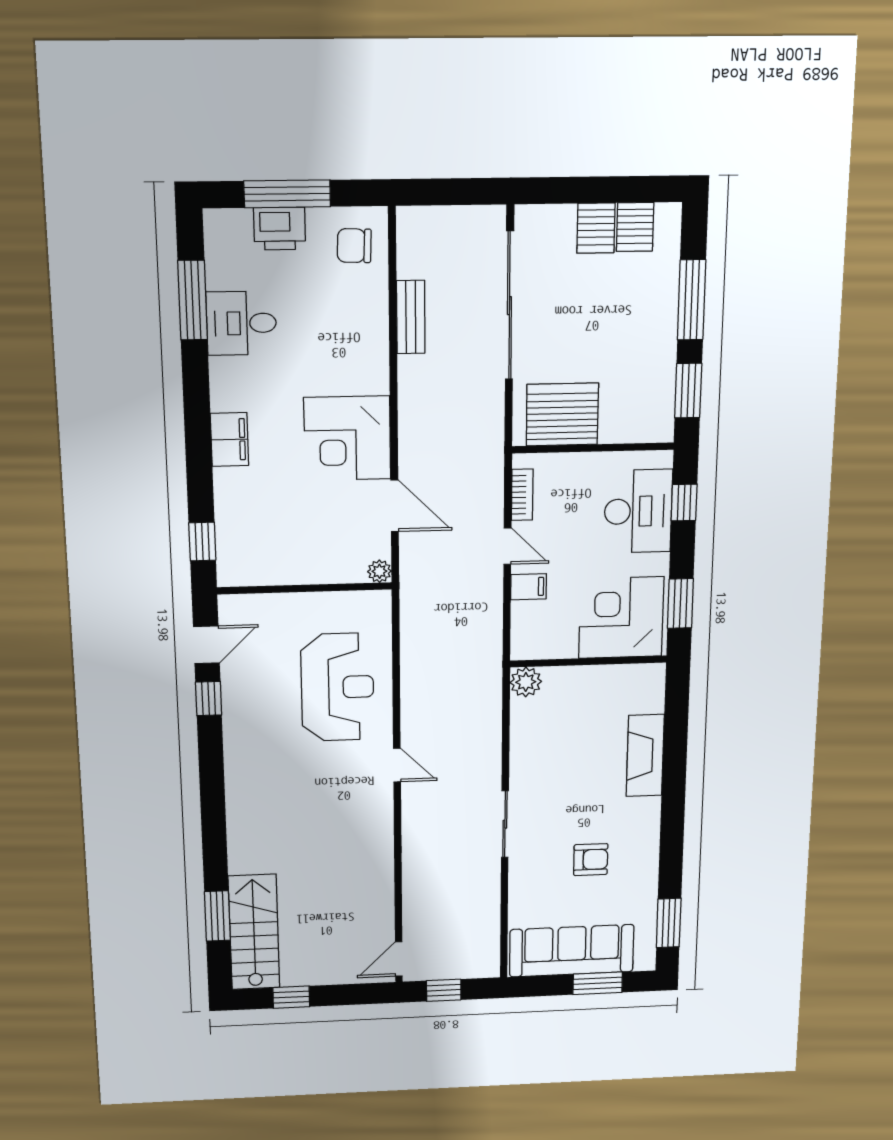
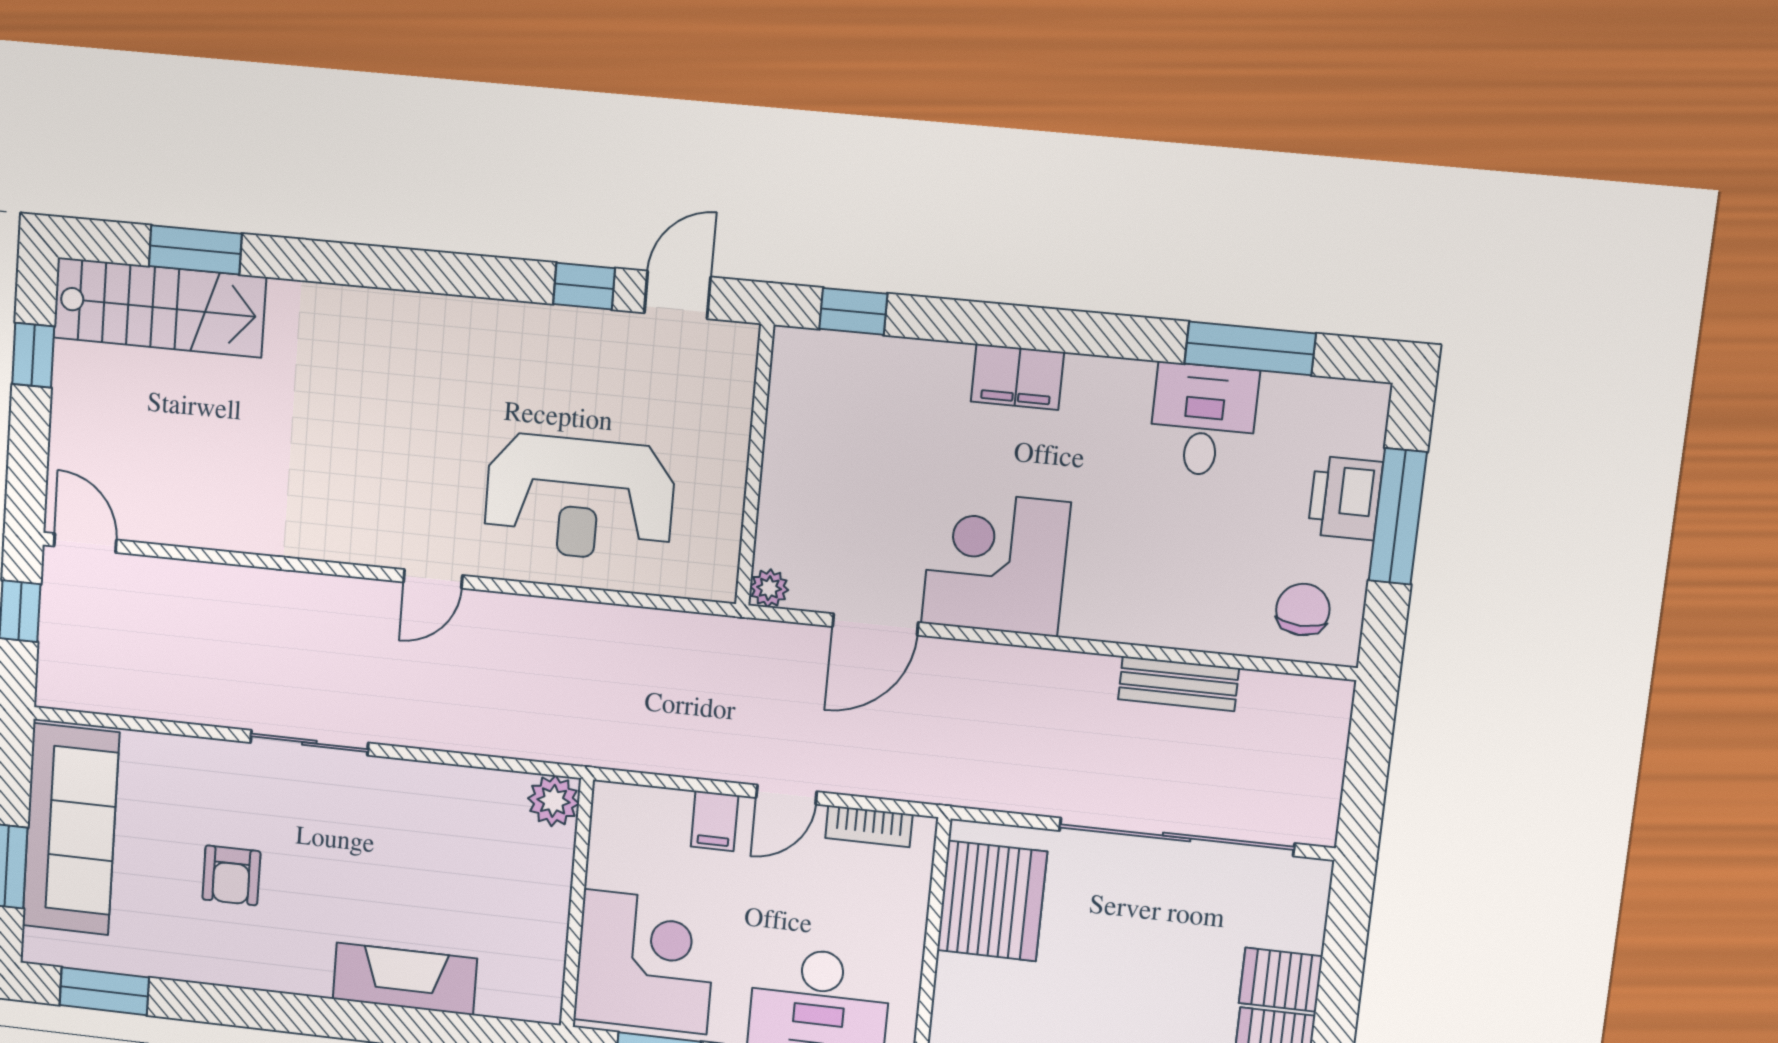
door: (206, 645) -> (677, 295), swing flipped

